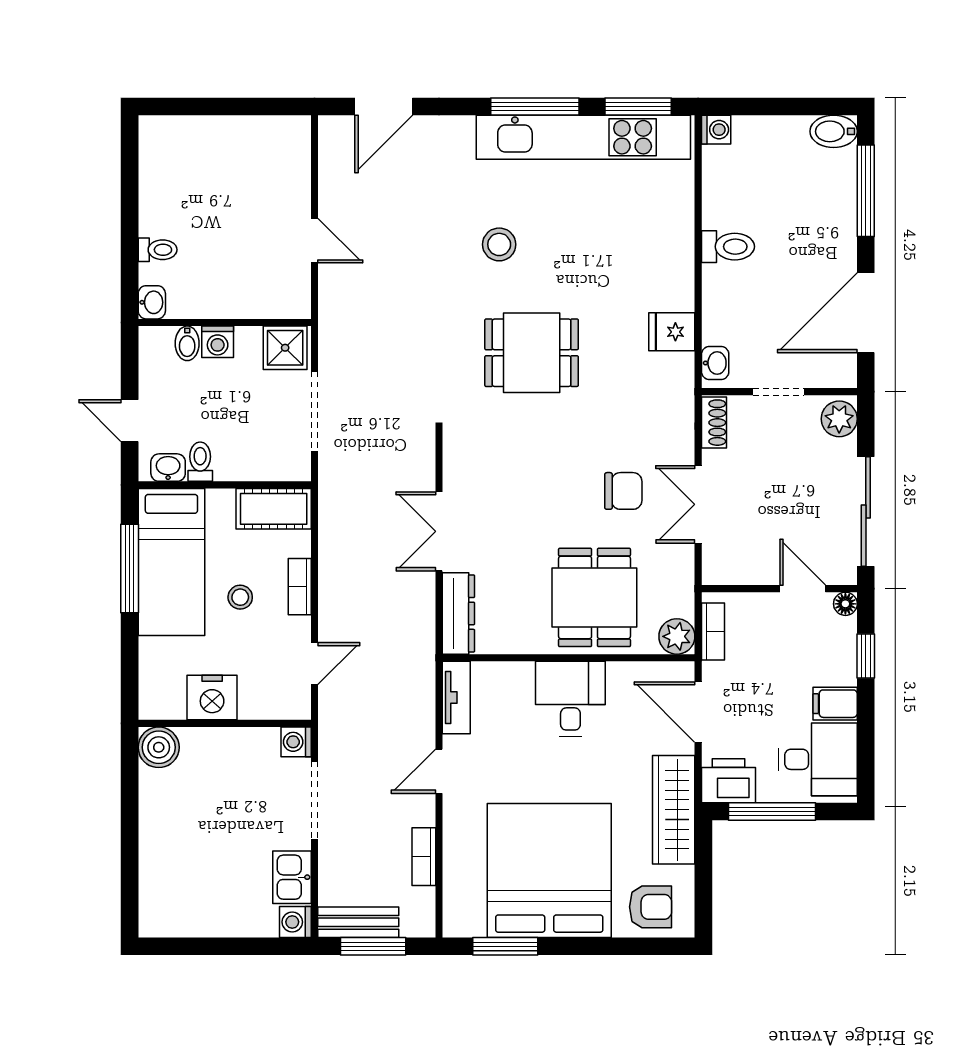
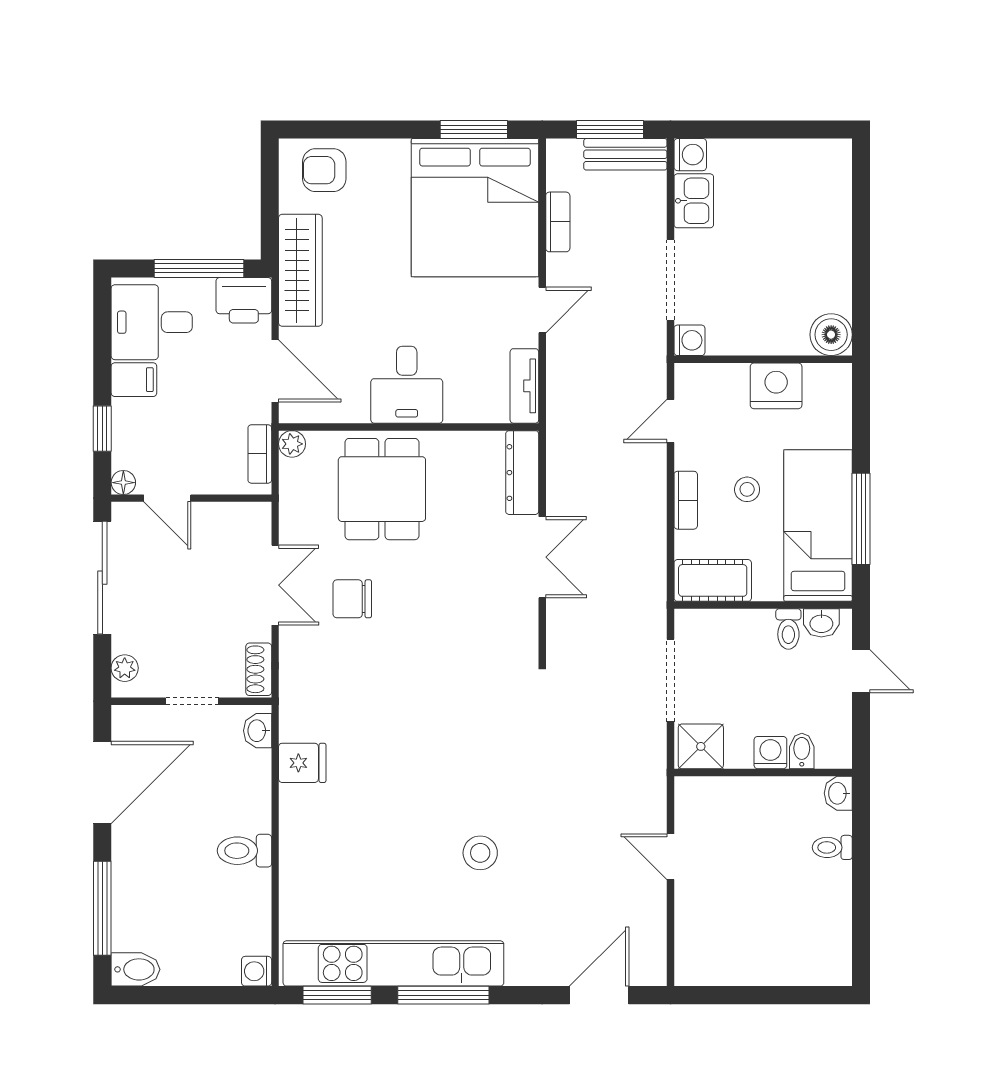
dining table: (532, 353) -> (447, 741), removed
plant: (839, 419) -> (125, 668), width x0.73, depth x0.73
plant: (677, 636) -> (292, 444), width x0.73, depth x0.73
bed: (549, 870) -> (475, 208), moved

